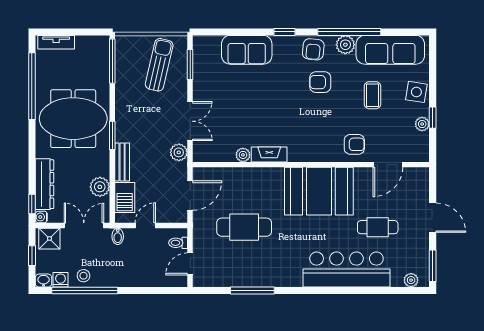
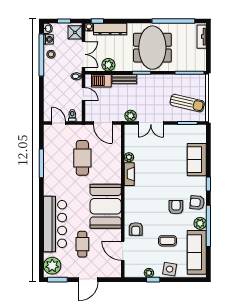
plant: (411, 280) -> (52, 266), width x1.87, depth x1.87

